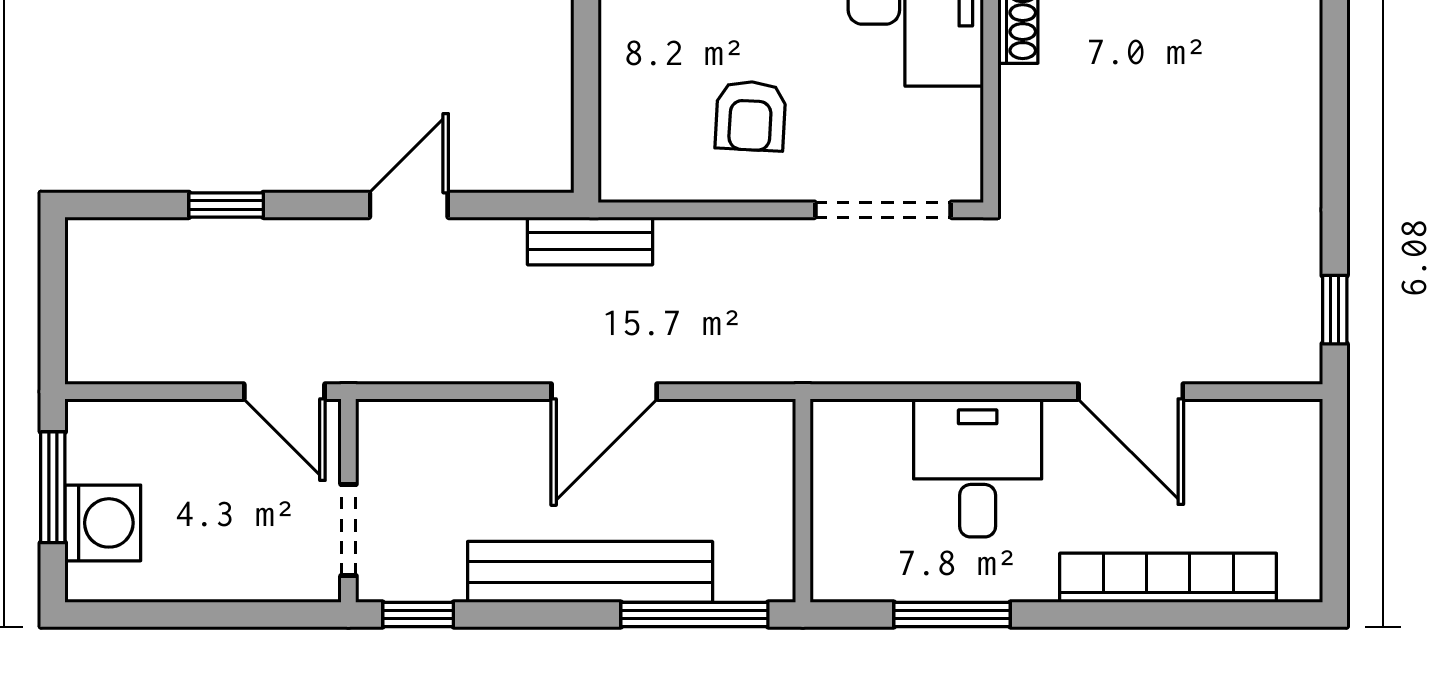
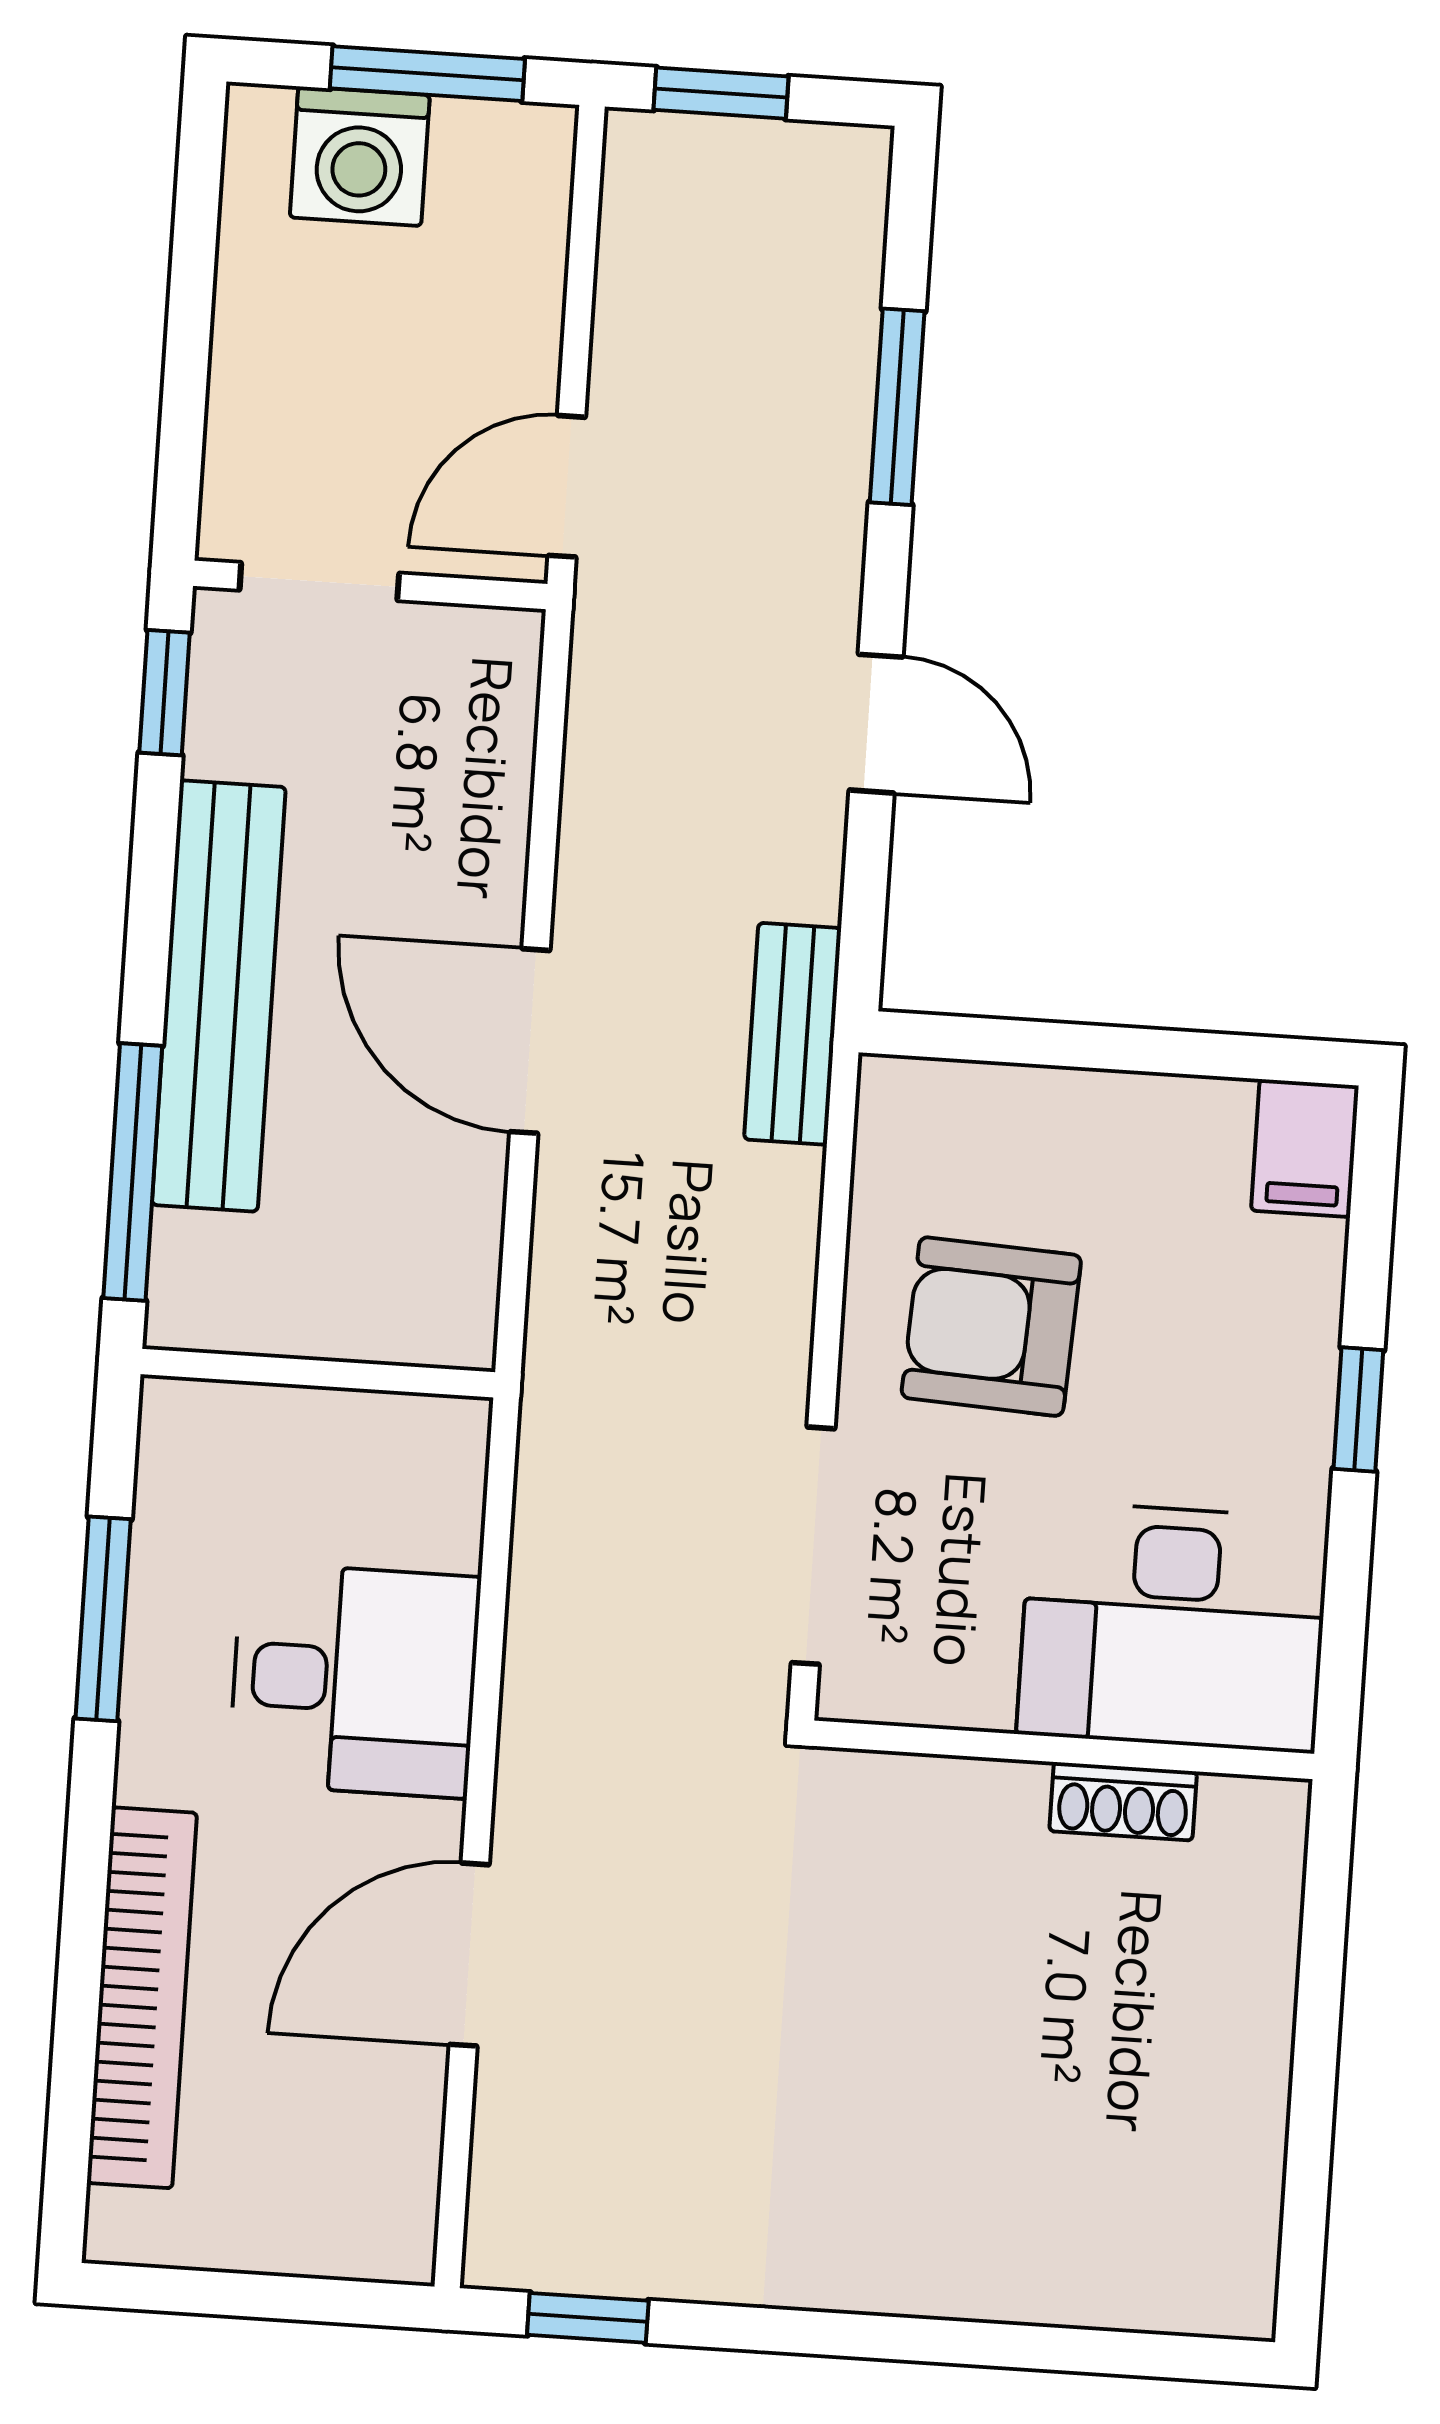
armchair: (750, 116) -> (991, 1327), width x1.38, depth x1.38
window: (226, 205) -> (897, 407), width x1.50
window: (53, 318) -> (721, 93), added

